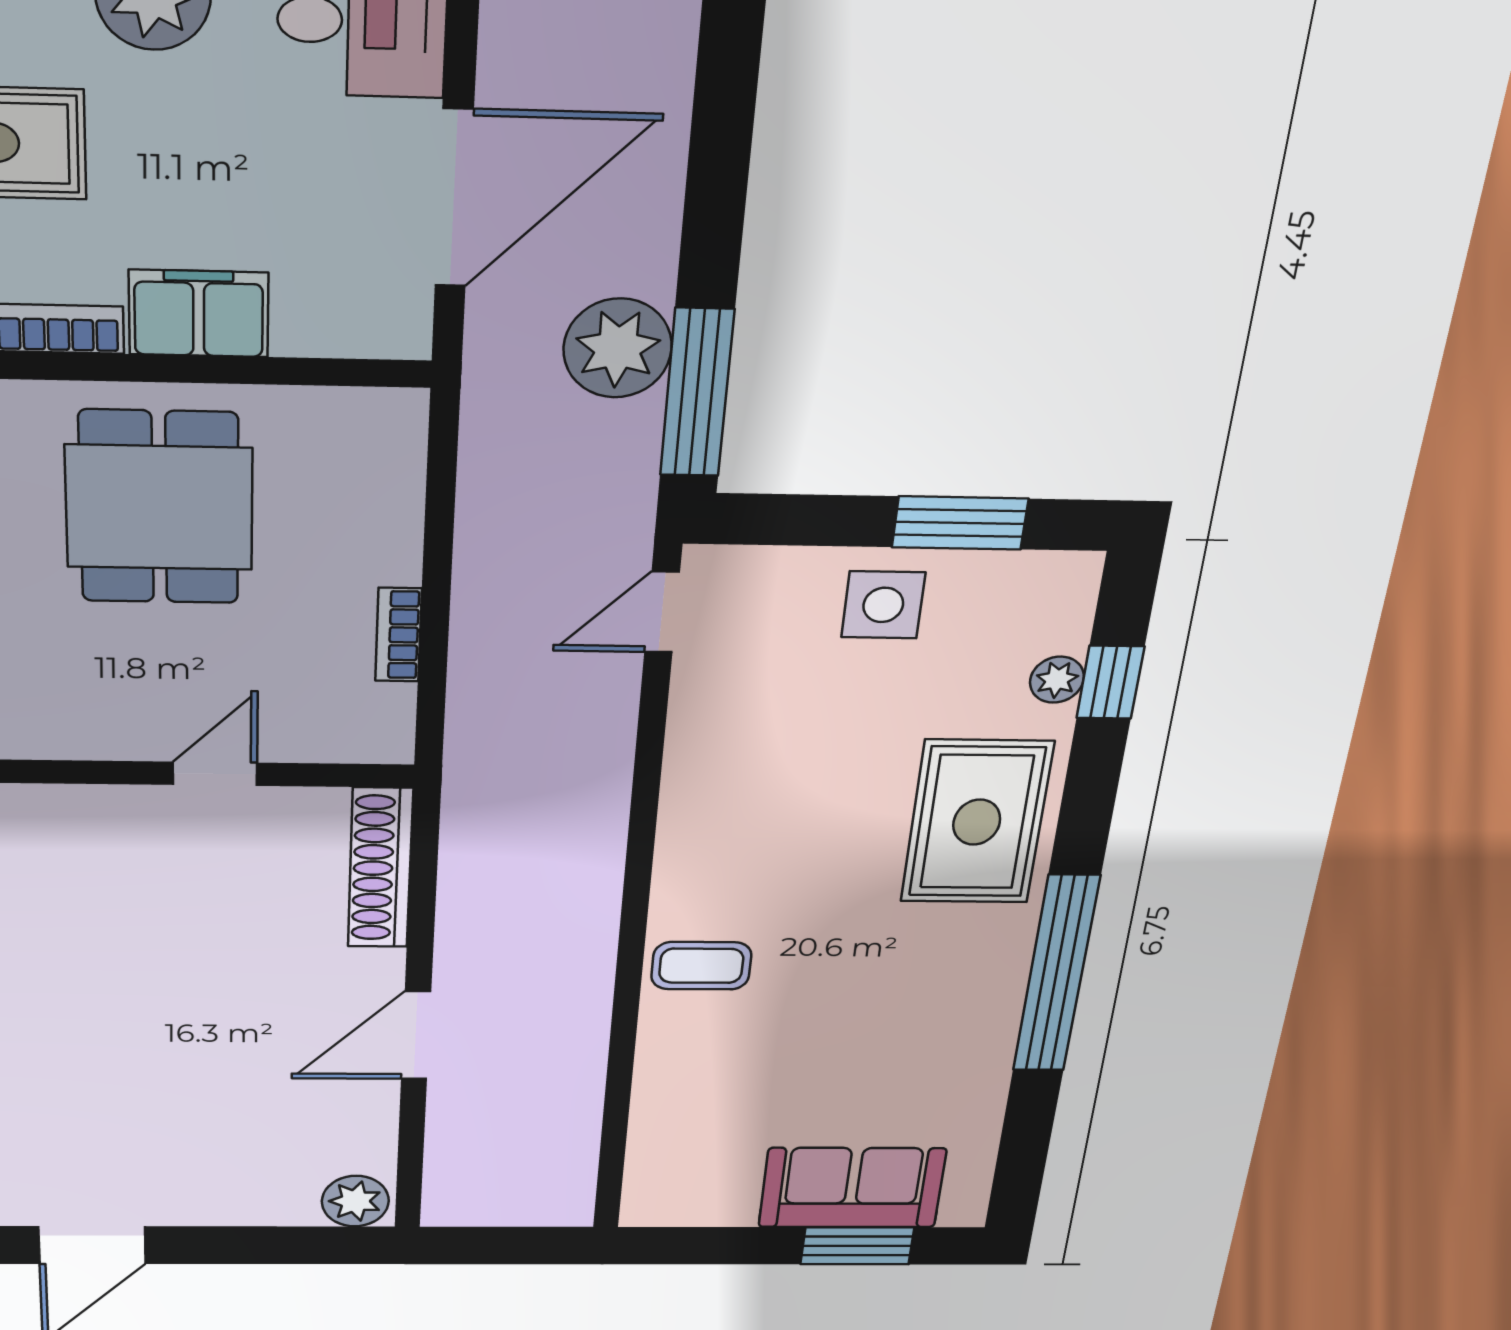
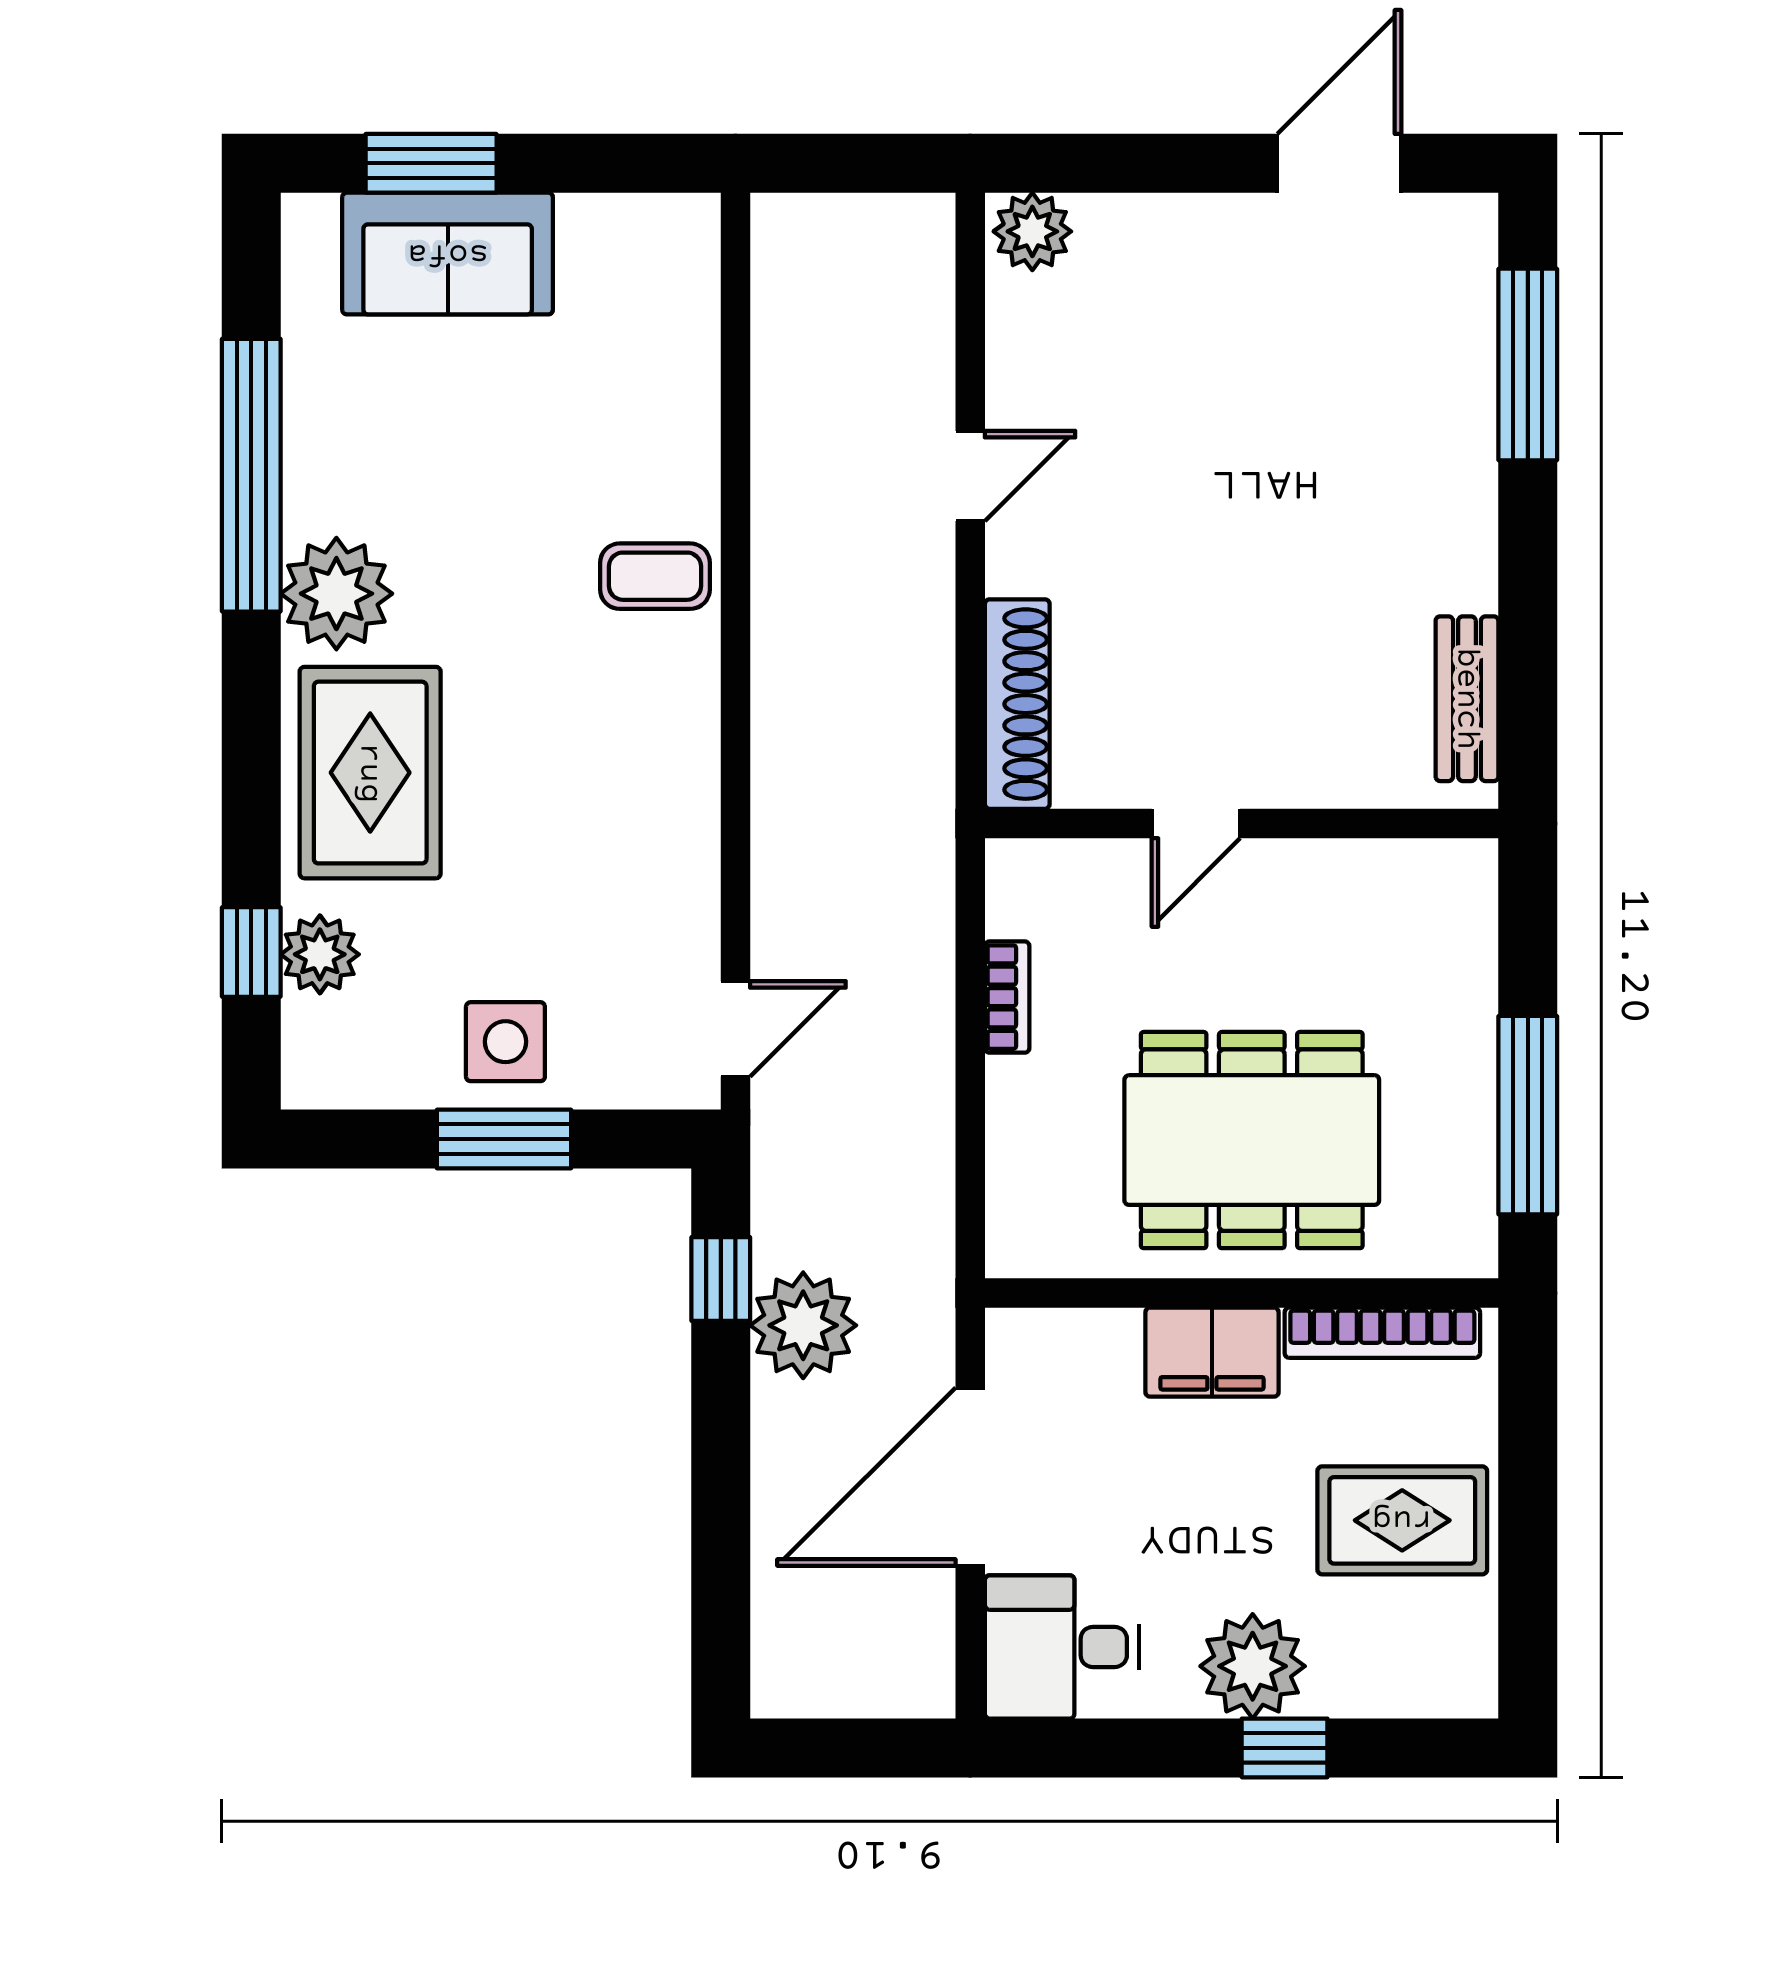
window: (697, 393) -> (721, 1279), width x0.46
dining table: (159, 508) -> (1252, 1140), width x1.38
window: (960, 523) -> (504, 1139), moved
plant: (1057, 680) -> (320, 954), width x1.38, depth x1.38
plant: (985, 955) -> (336, 594), added
window: (1056, 974) -> (251, 475), moved
door: (416, 1035) -> (970, 476), width x0.73

